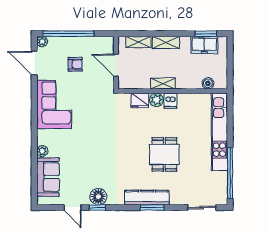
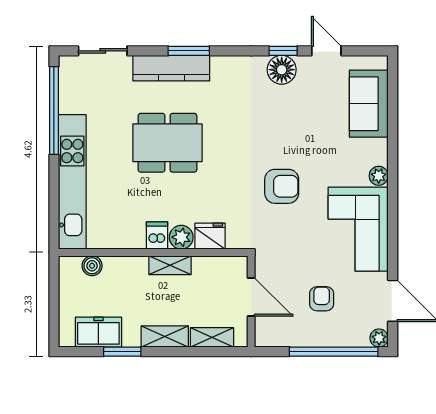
window: (206, 34) -> (122, 352), moved
armchair: (75, 64) -> (322, 299), turned 90
armchair: (98, 129) -> (282, 186), added
plant: (42, 151) -> (379, 176), moved
dining table: (164, 154) -> (167, 143), width x1.38
kitchen counter: (147, 198) -> (171, 68), moved

